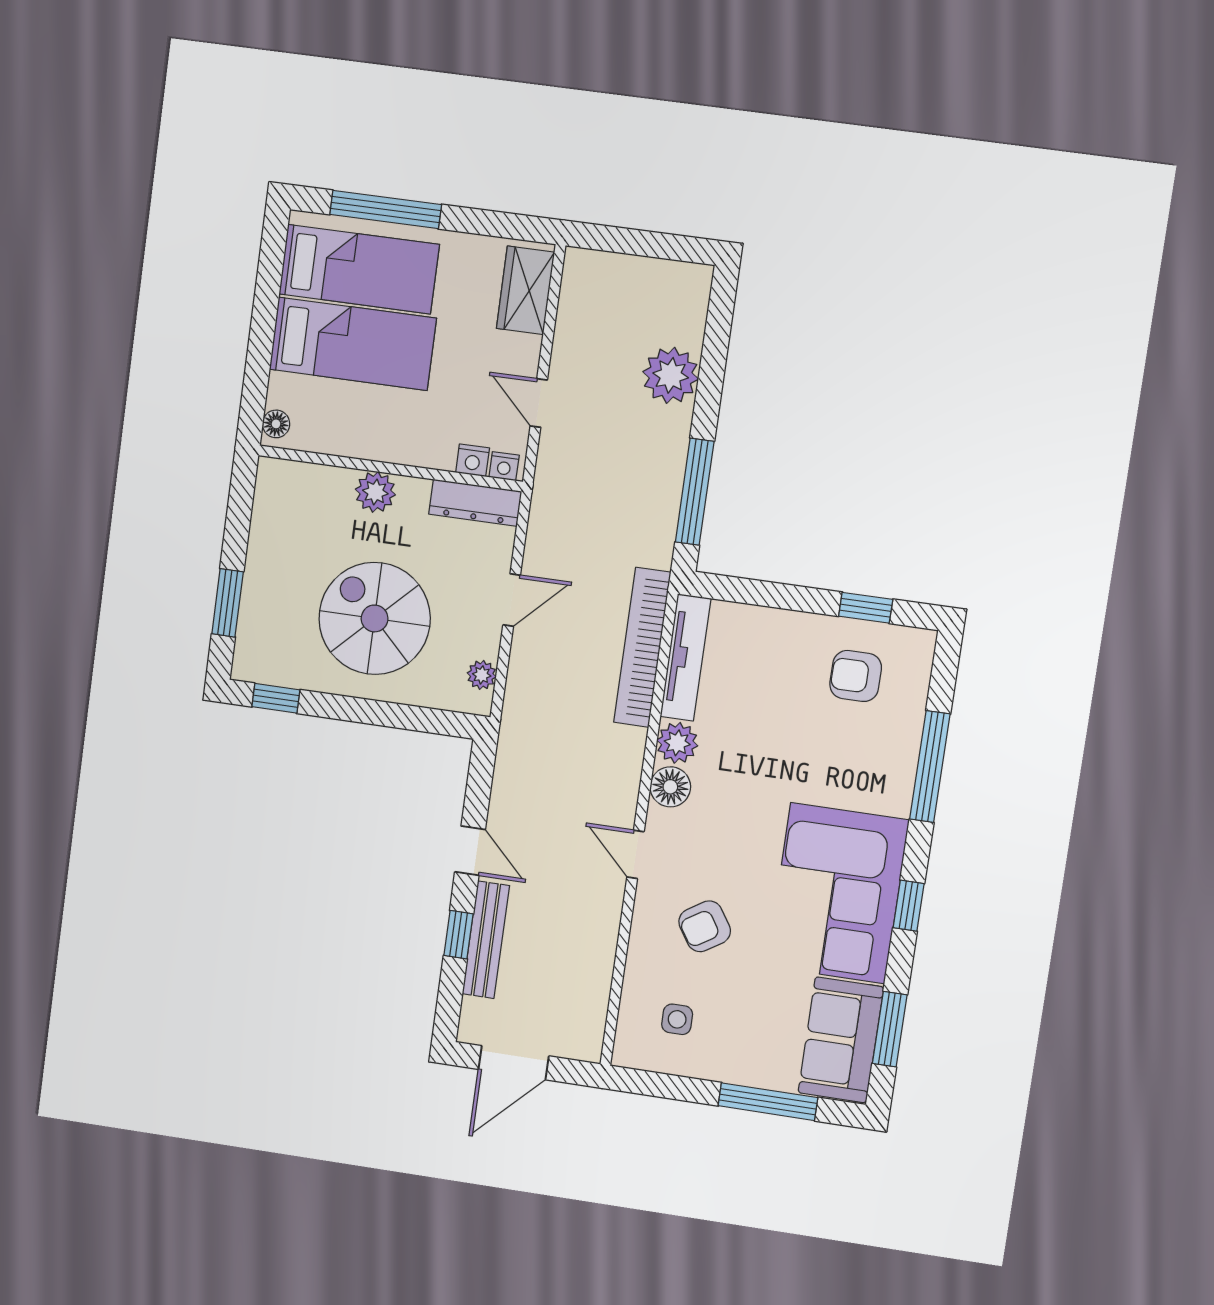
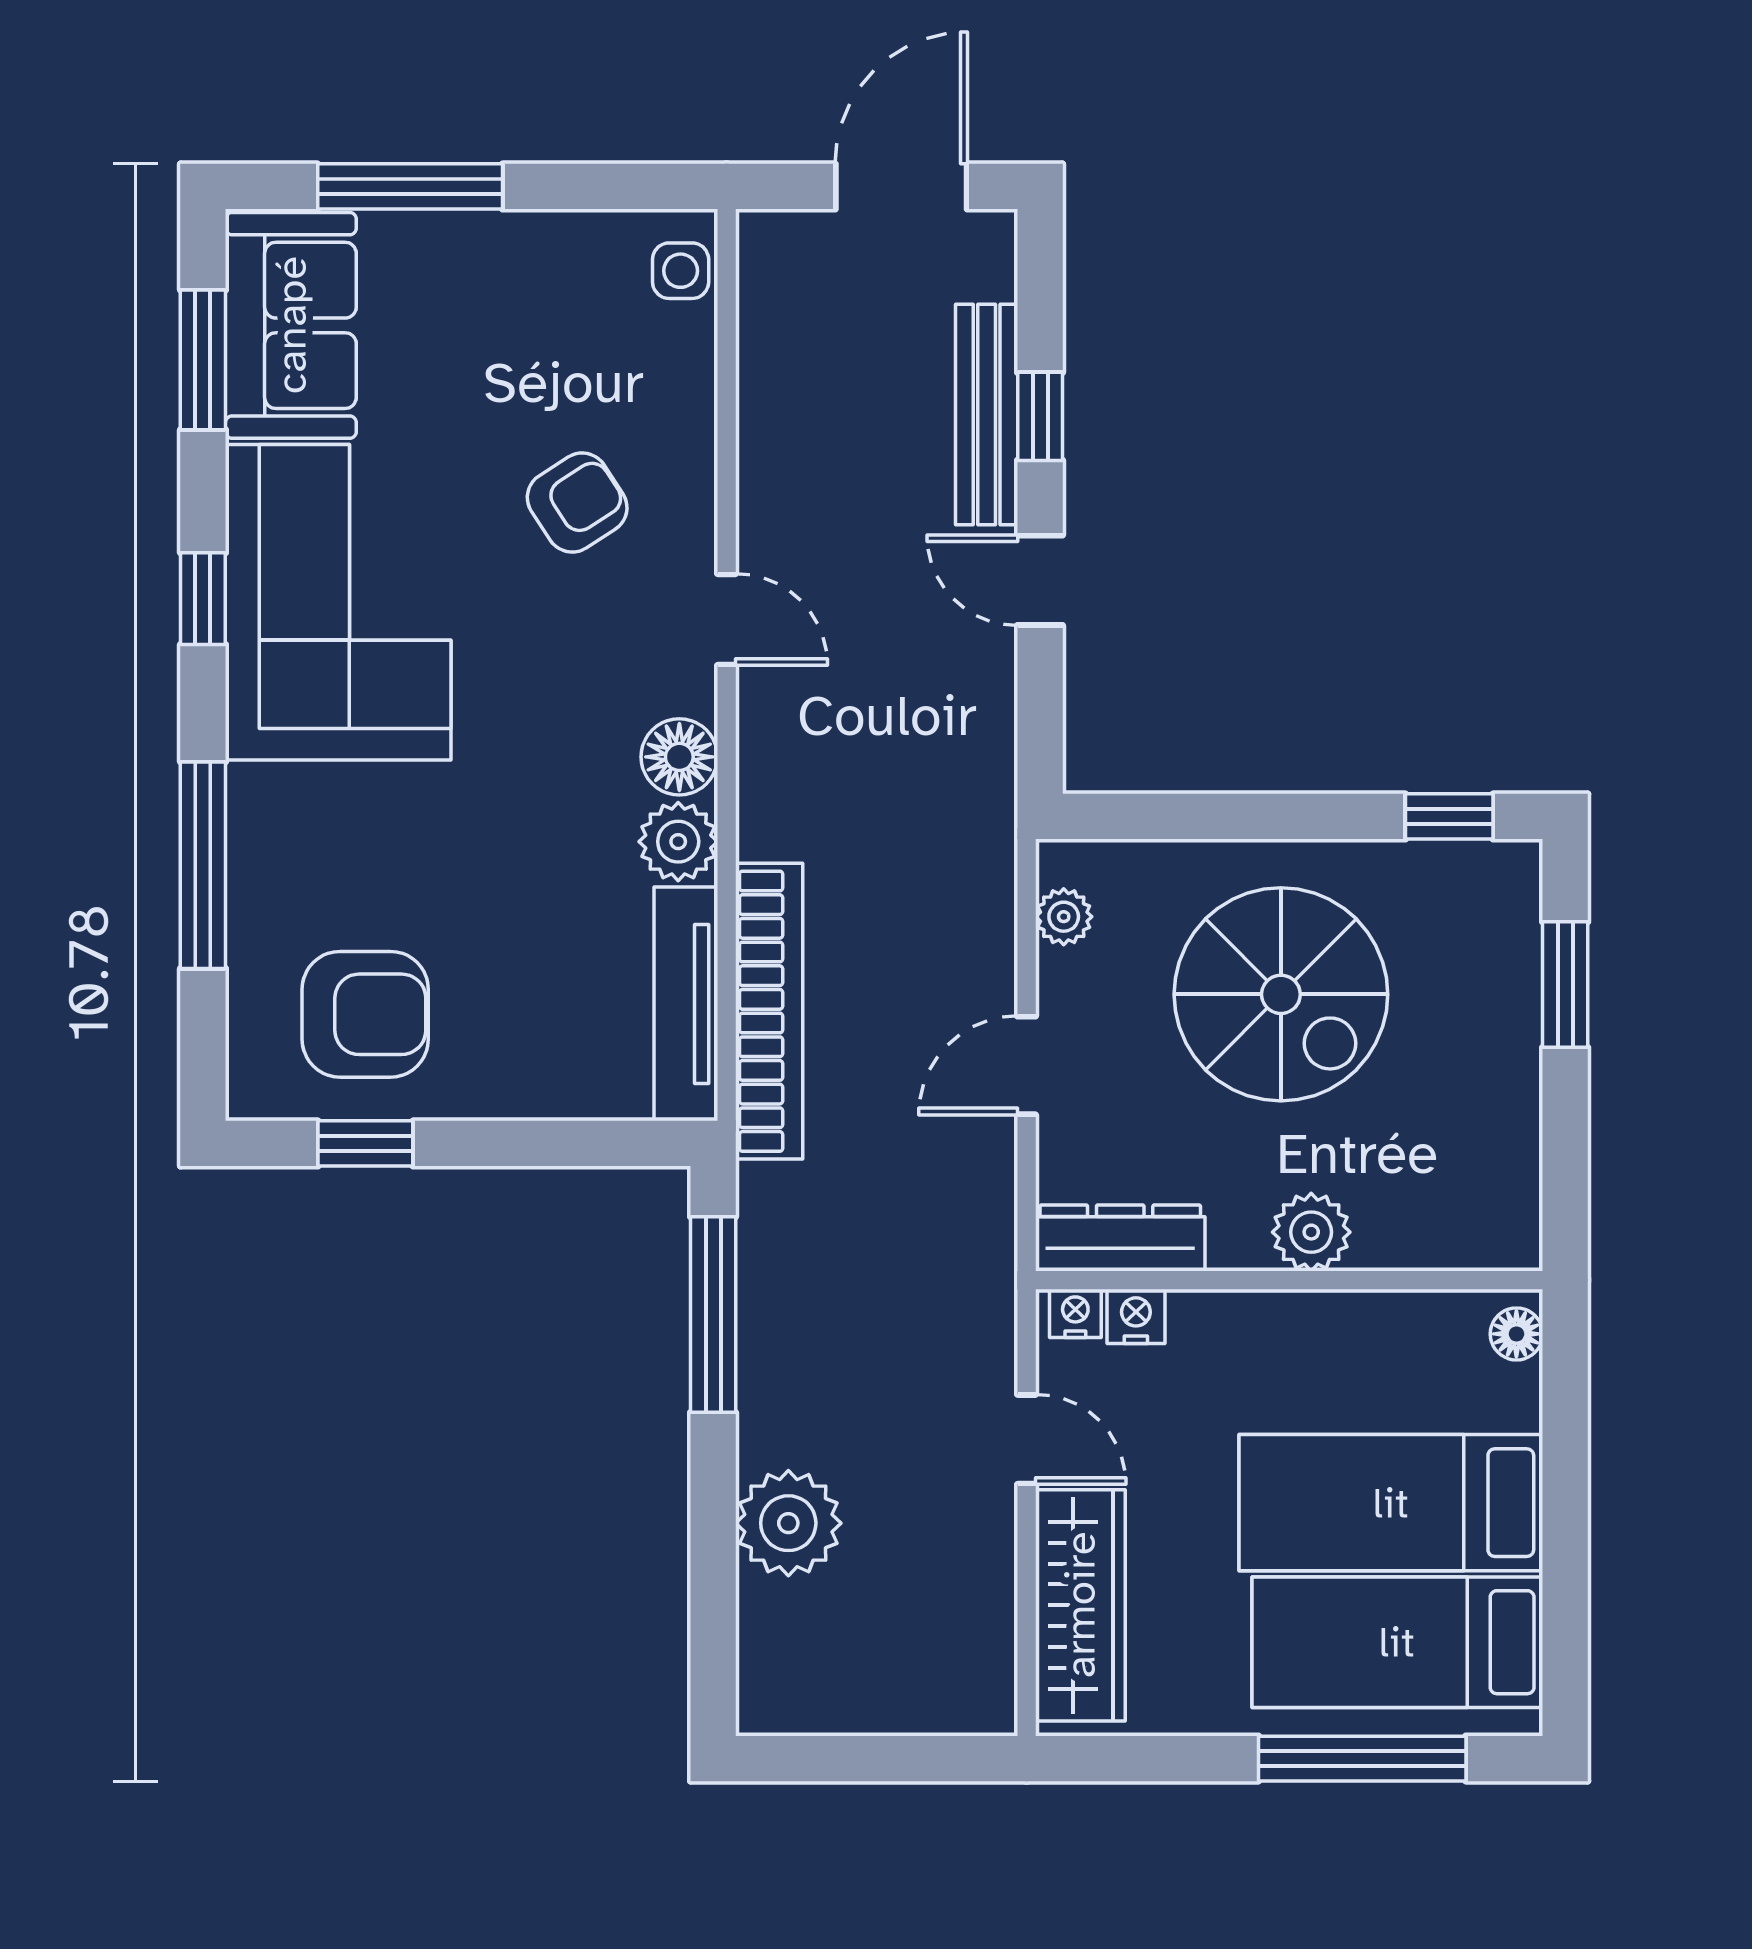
wardrobe: (525, 290) -> (1080, 1605), width x1.50
armchair: (856, 676) -> (365, 1014), width x1.38, depth x1.38
side table: (677, 1019) -> (681, 271), moved

